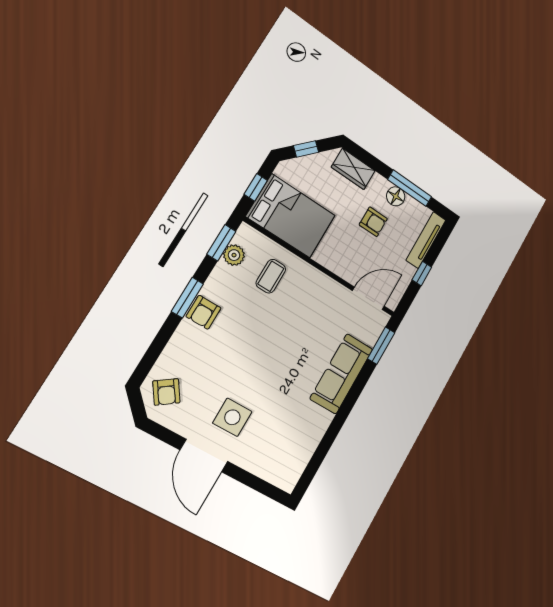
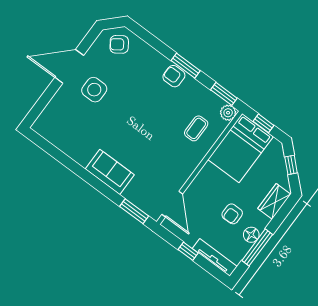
plant: (234, 255) -> (228, 113), moved
coffee table: (271, 276) -> (196, 128), turned 90
sofa: (341, 374) -> (110, 172), width x0.73

